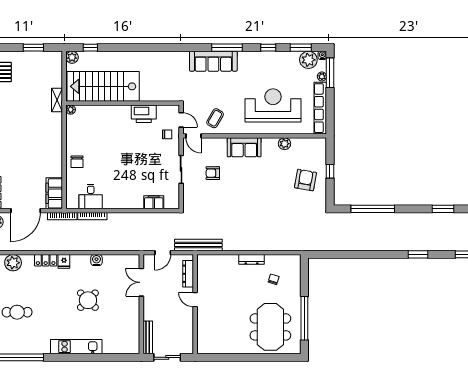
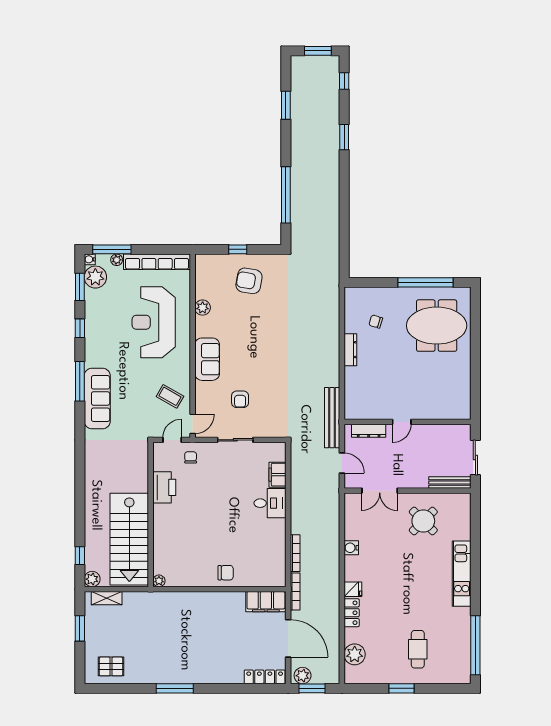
shelving: (57, 100) -> (107, 598), moved
desk: (91, 197) -> (270, 503), moved
round table: (88, 300) -> (423, 521), moved

